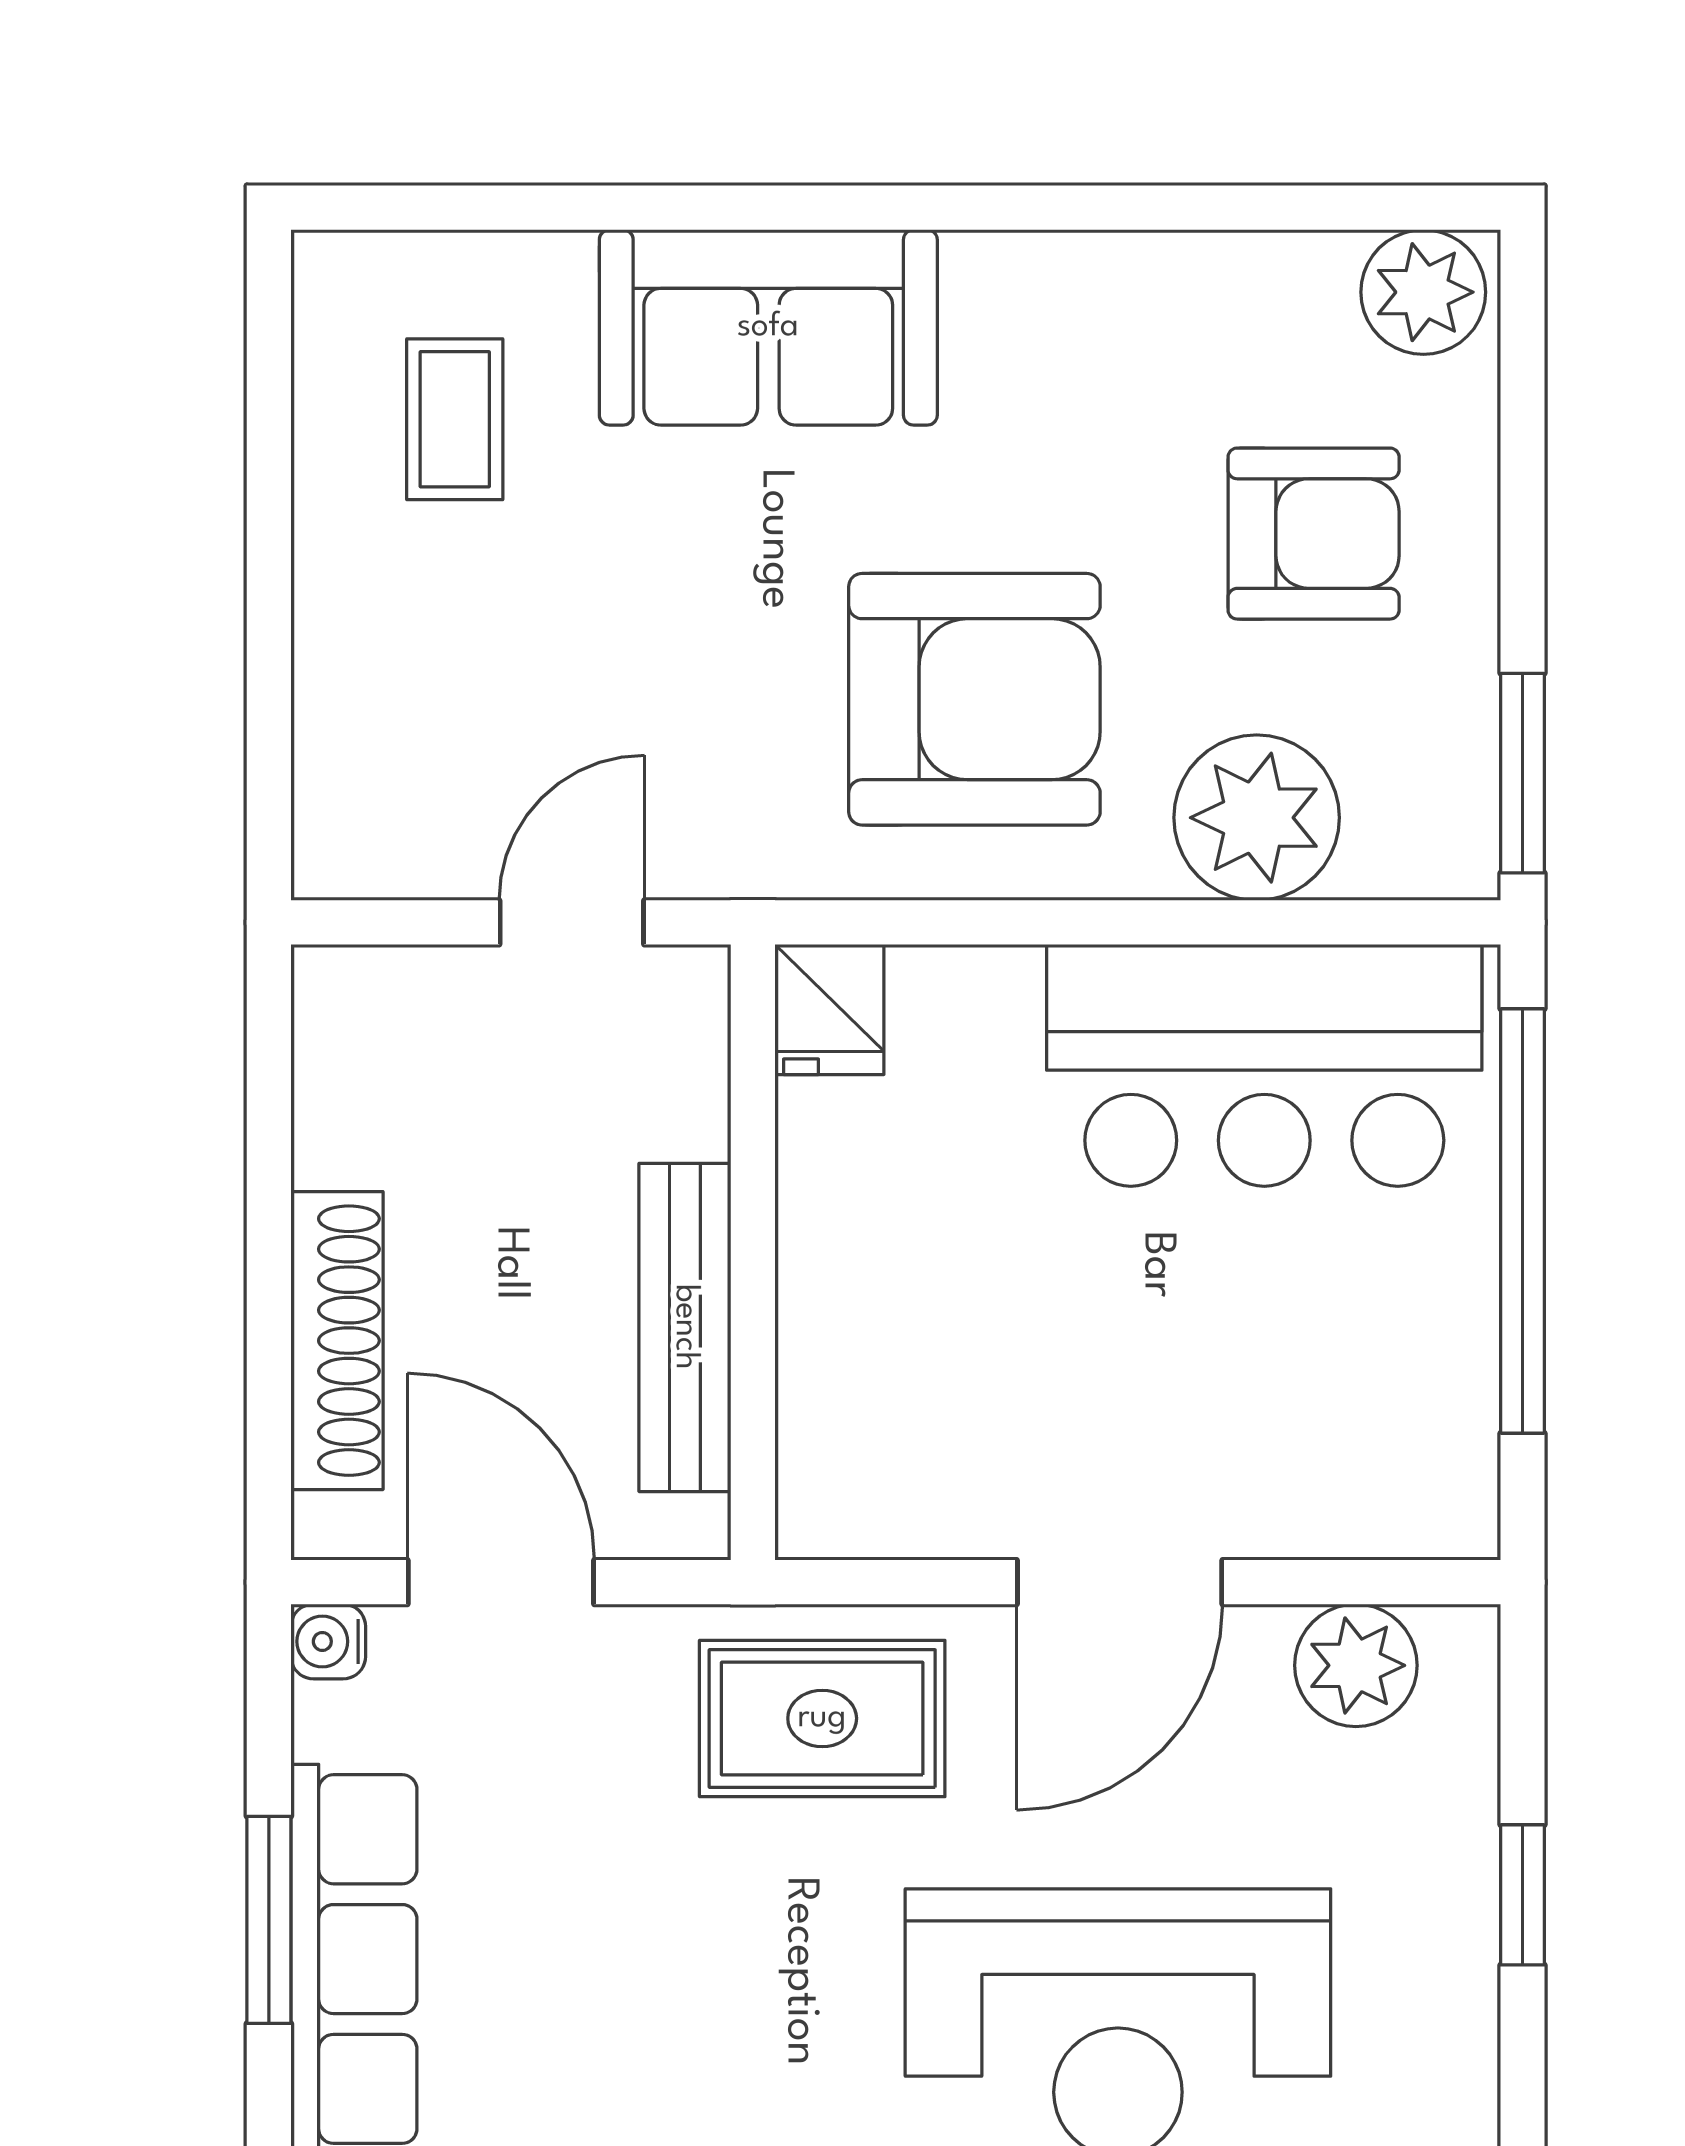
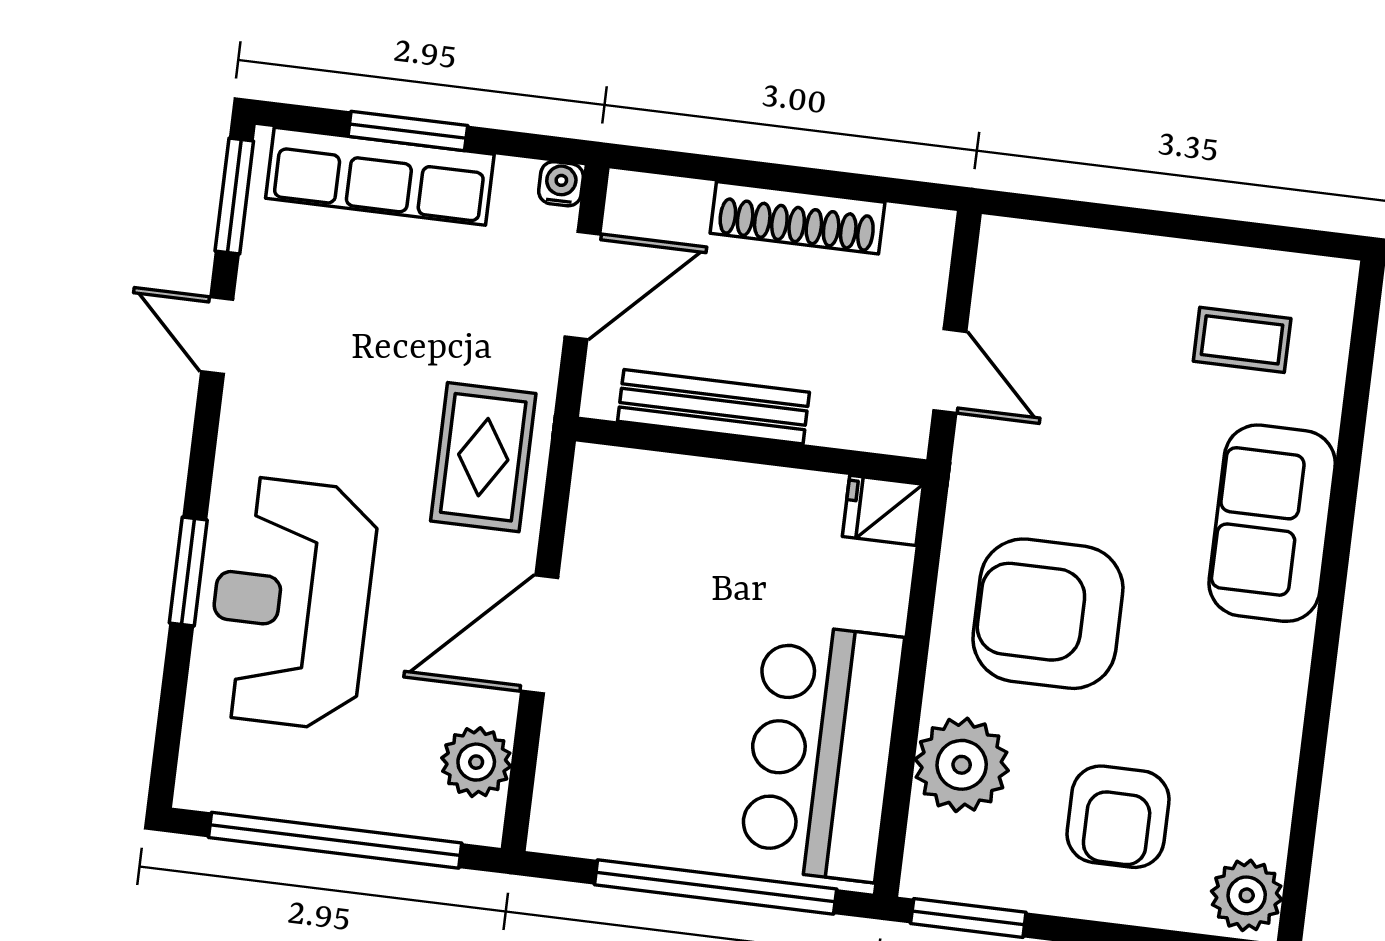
armchair: (974, 699) -> (1048, 614), turned 90
shoe rack: (337, 1341) -> (797, 218), moved
door: (1120, 1582) -> (540, 634), hinge flipped
window: (1522, 1895) -> (335, 840), width x3.17

